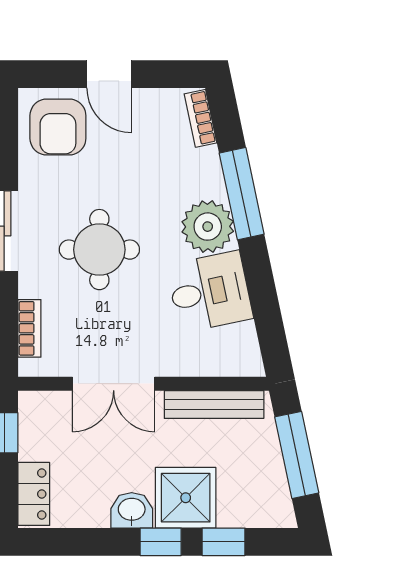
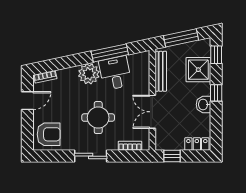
door: (109, 74) -> (27, 101), moved
window: (242, 194) -> (110, 53), moved
double door: (114, 384) -> (152, 112), swing flipped
shower: (186, 498) -> (198, 70), moved
window: (224, 542) -> (216, 55), moved

